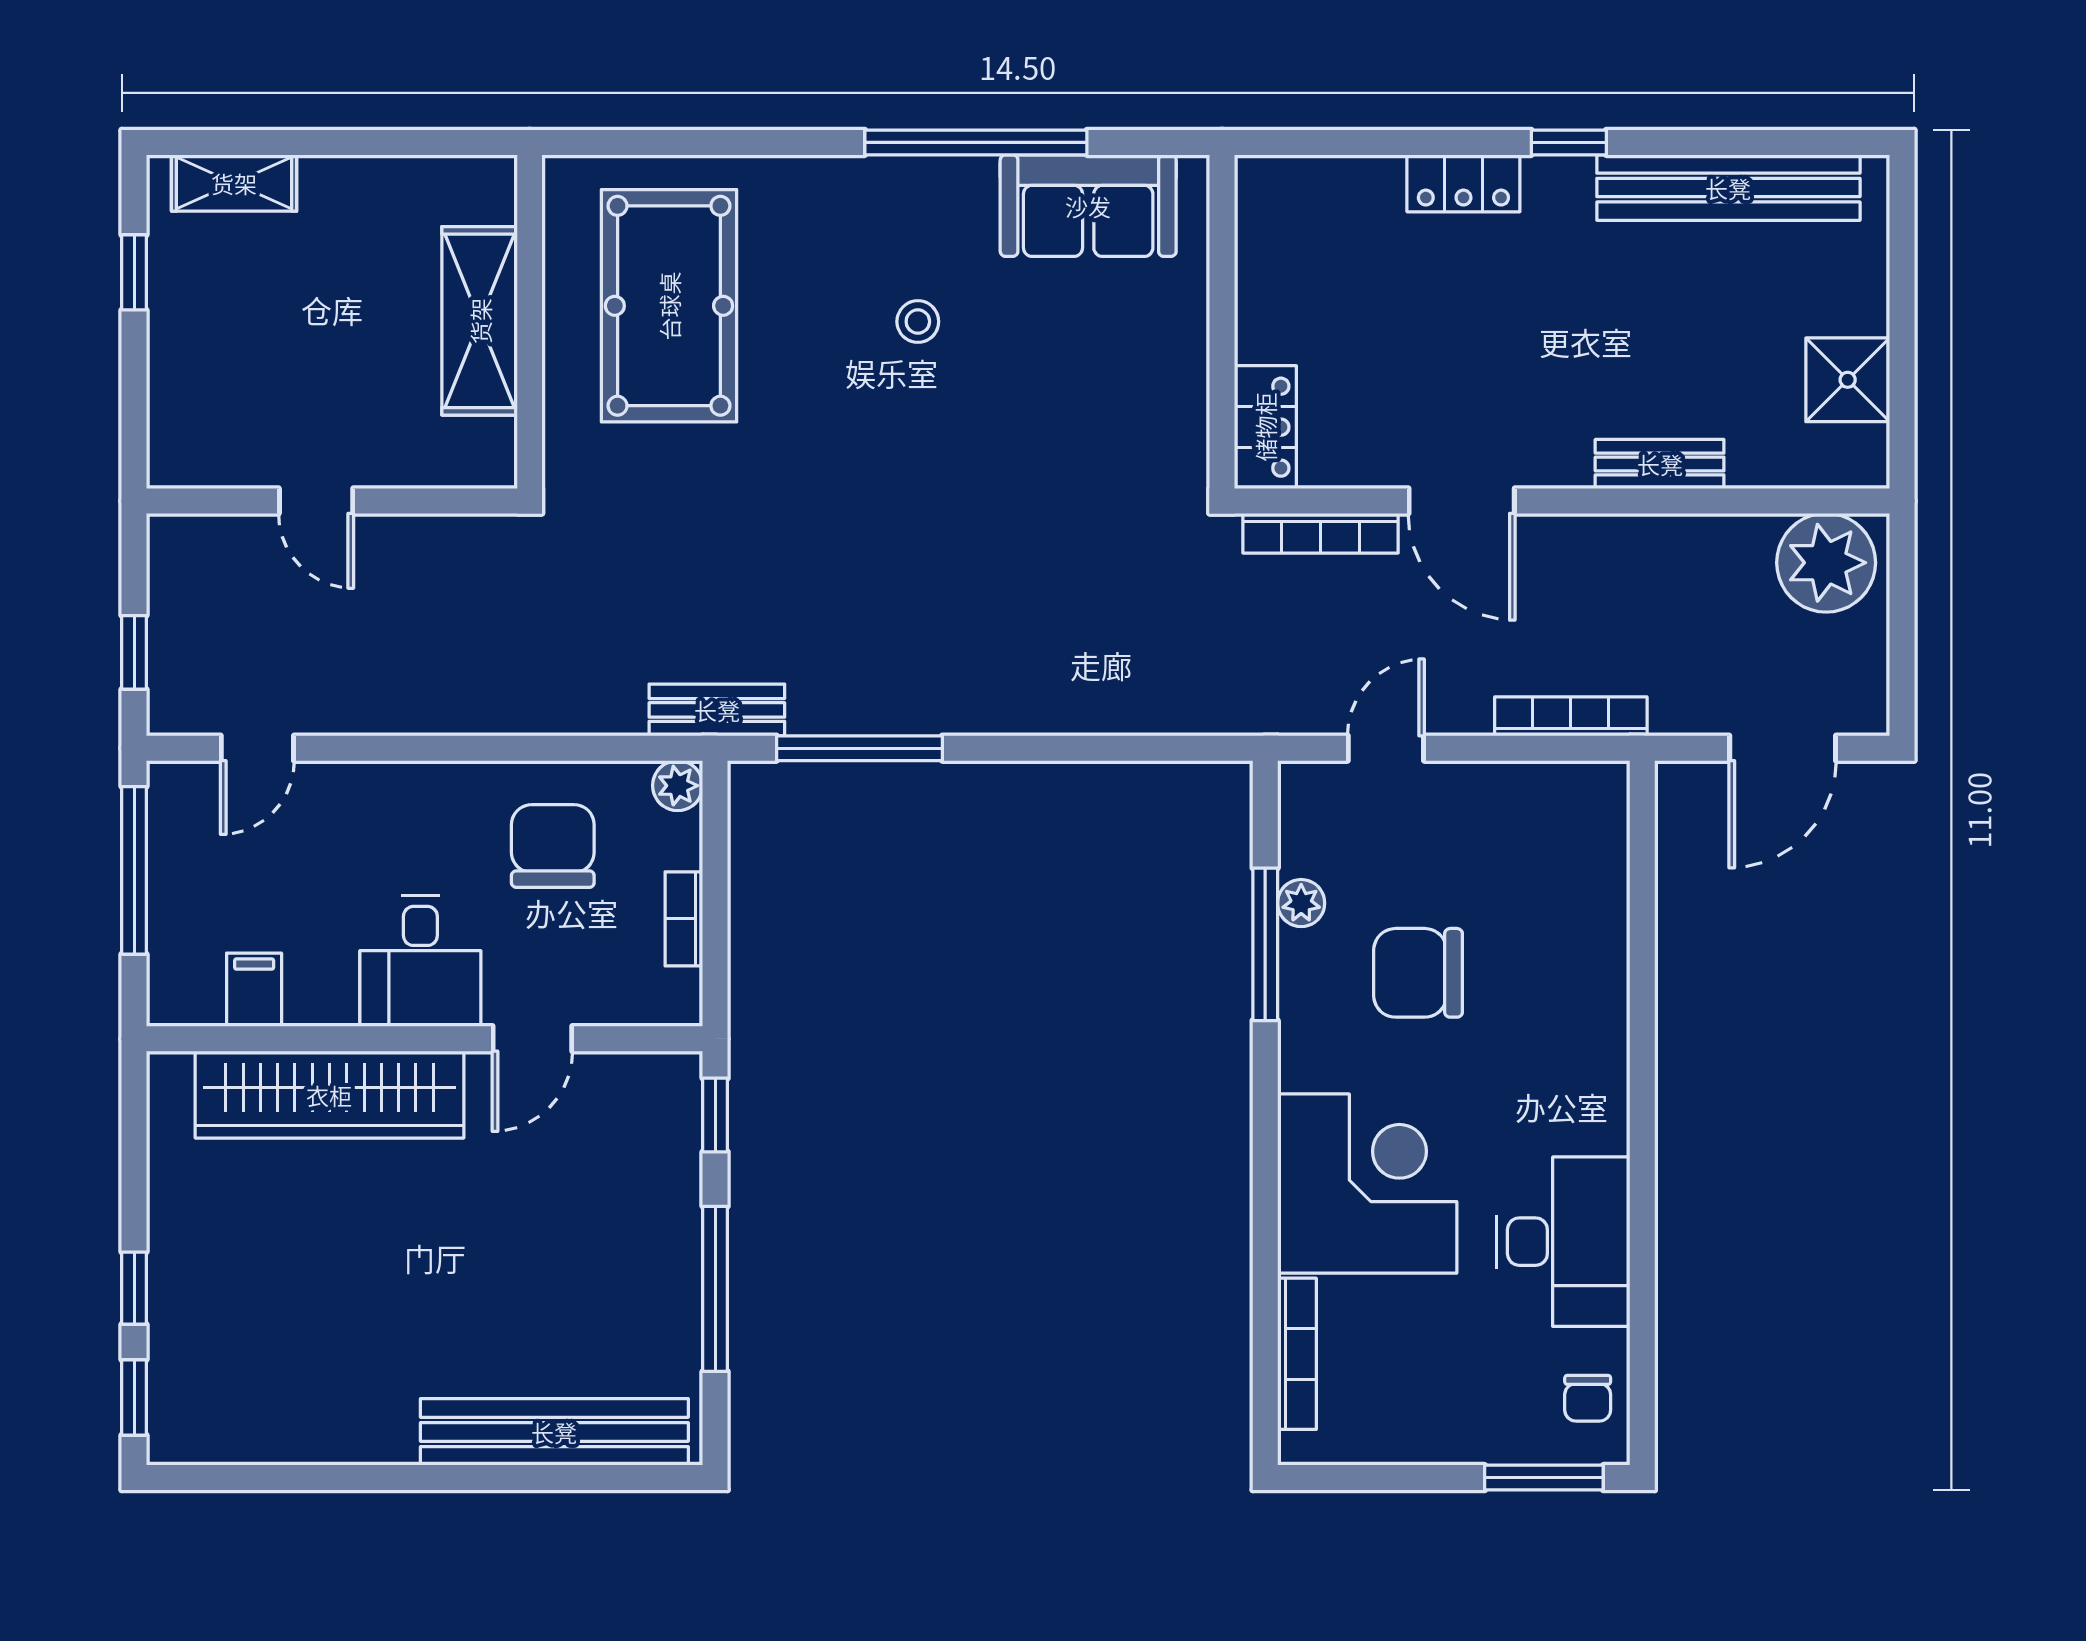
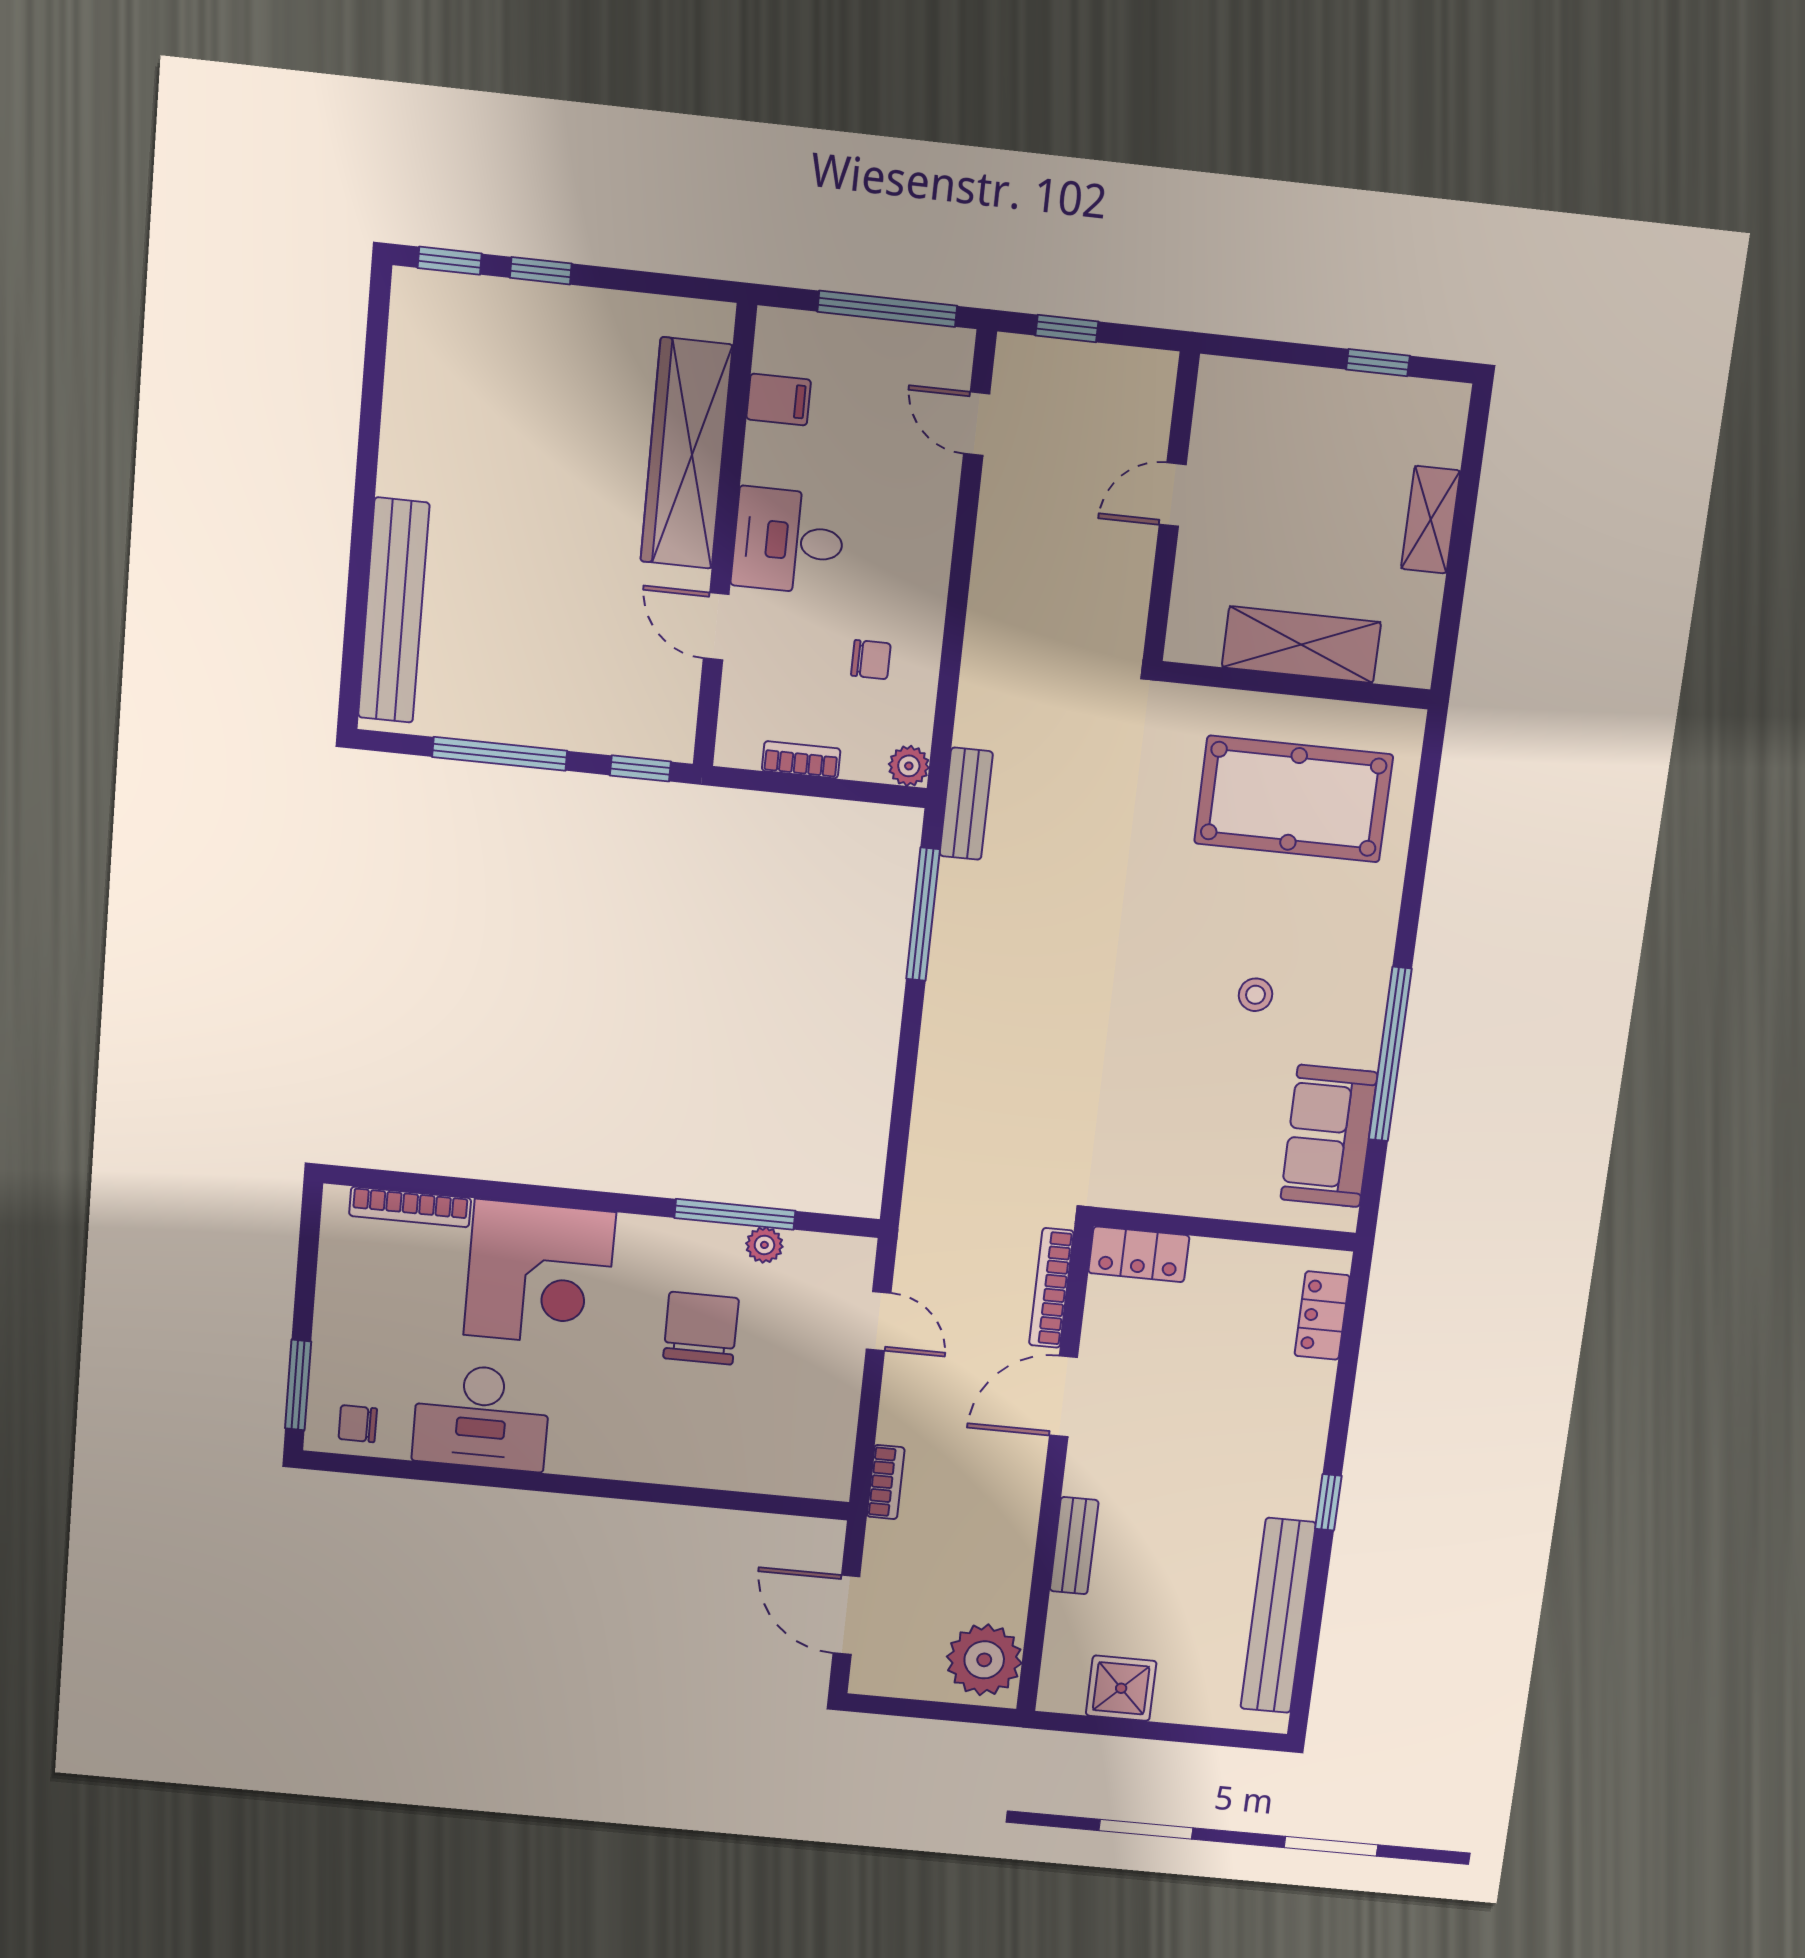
shelving: (234, 183) -> (1431, 520), moved
locker: (1463, 183) -> (1322, 1316), moved
bookcase: (1571, 716) -> (886, 1482), width x0.64
chair: (553, 846) -> (871, 660), width x0.54, depth x0.54

